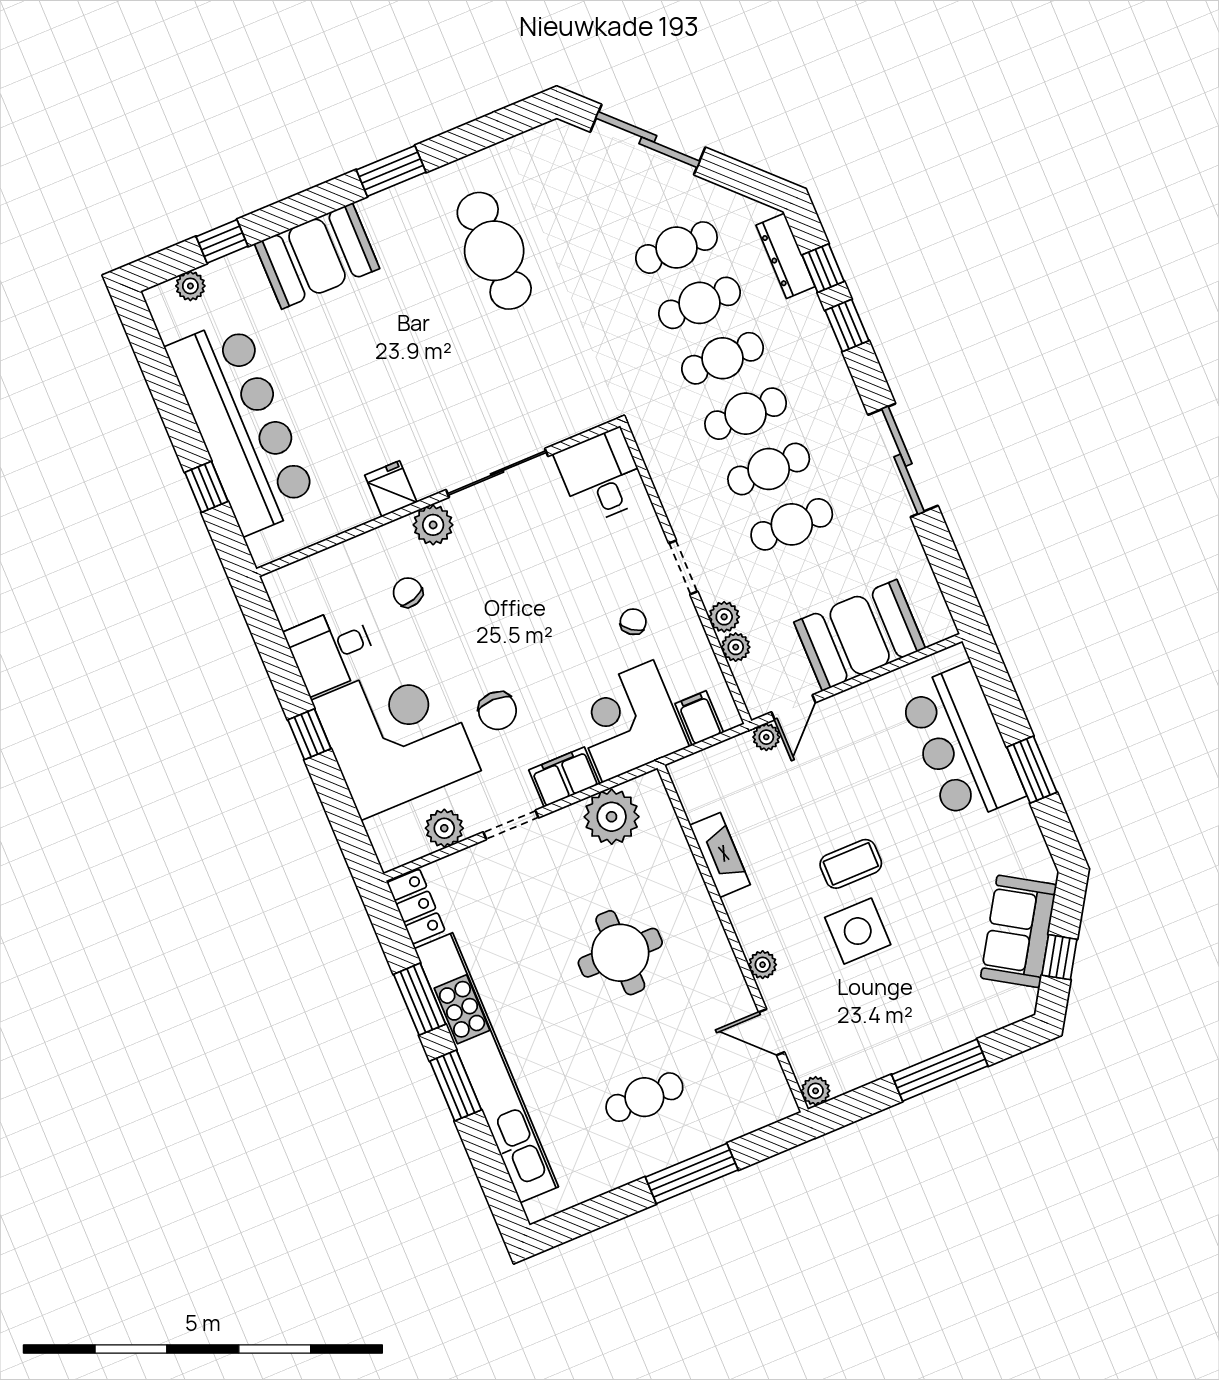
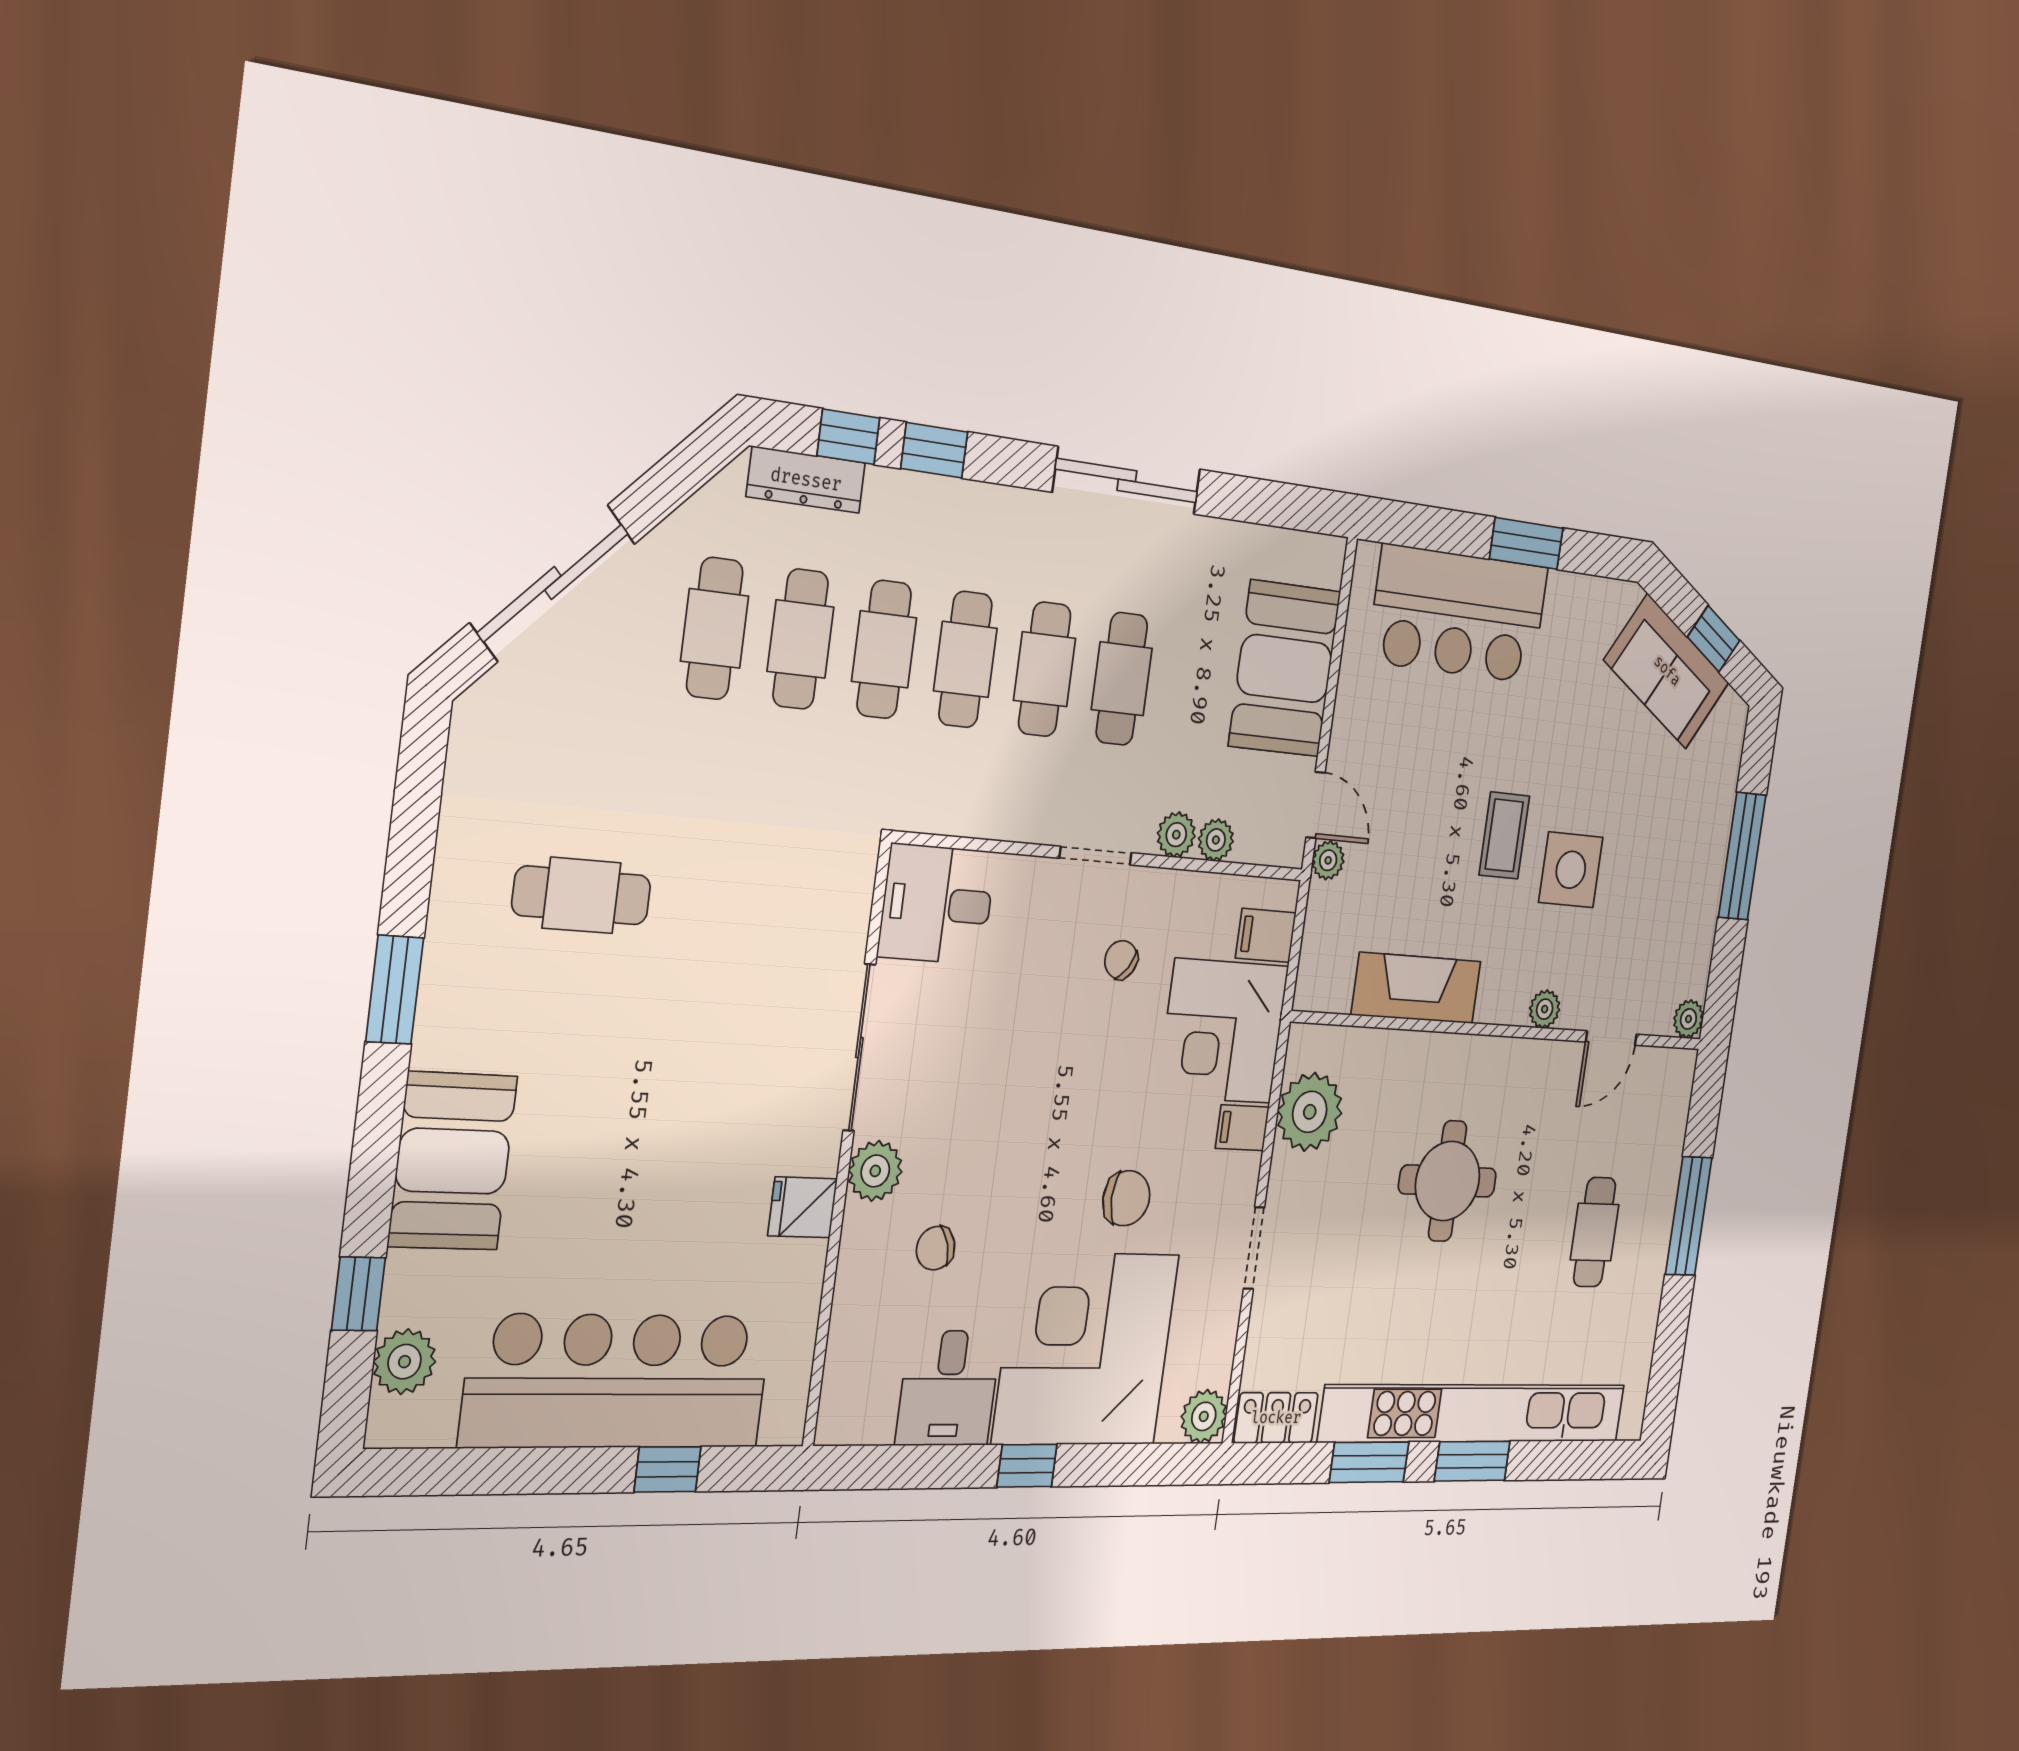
cafe table: (494, 251) -> (582, 895), width x0.73, depth x0.74
plant: (190, 286) -> (404, 1362), width x1.38, depth x1.38
filing cabinet: (564, 777) -> (1242, 1128), width x0.50
plant: (444, 828) -> (1204, 1416), moved
fireplace: (720, 855) -> (1416, 988), width x1.37, depth x1.32

